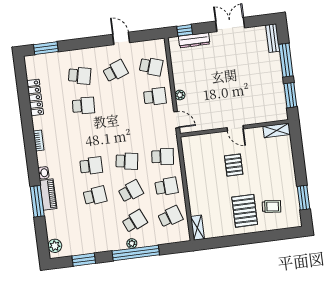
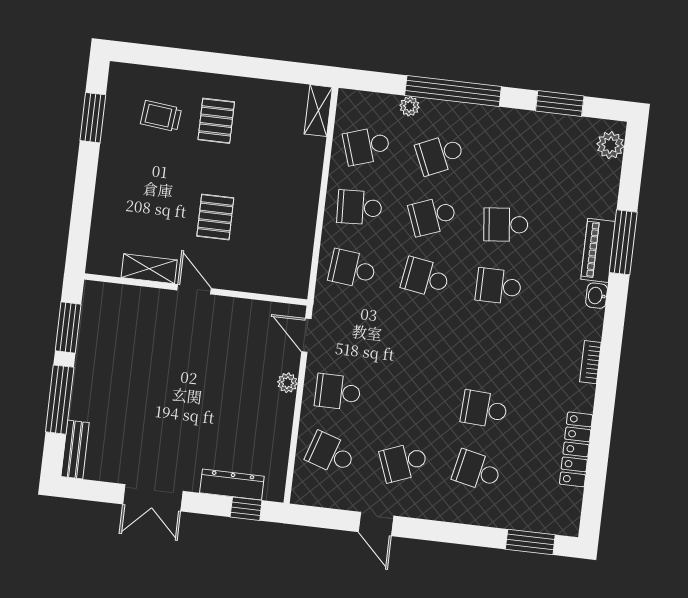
shelving: (277, 130) -> (149, 269), moved
pallet: (245, 211) -> (216, 121), width x0.67, depth x0.71
plant: (132, 243) -> (410, 106), moved

